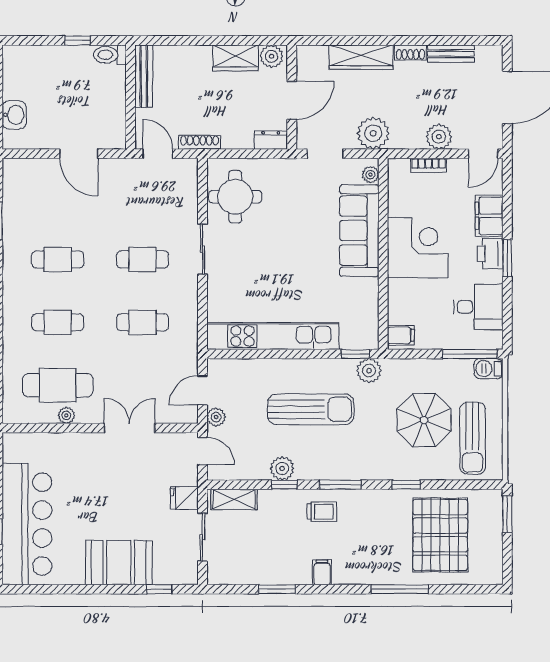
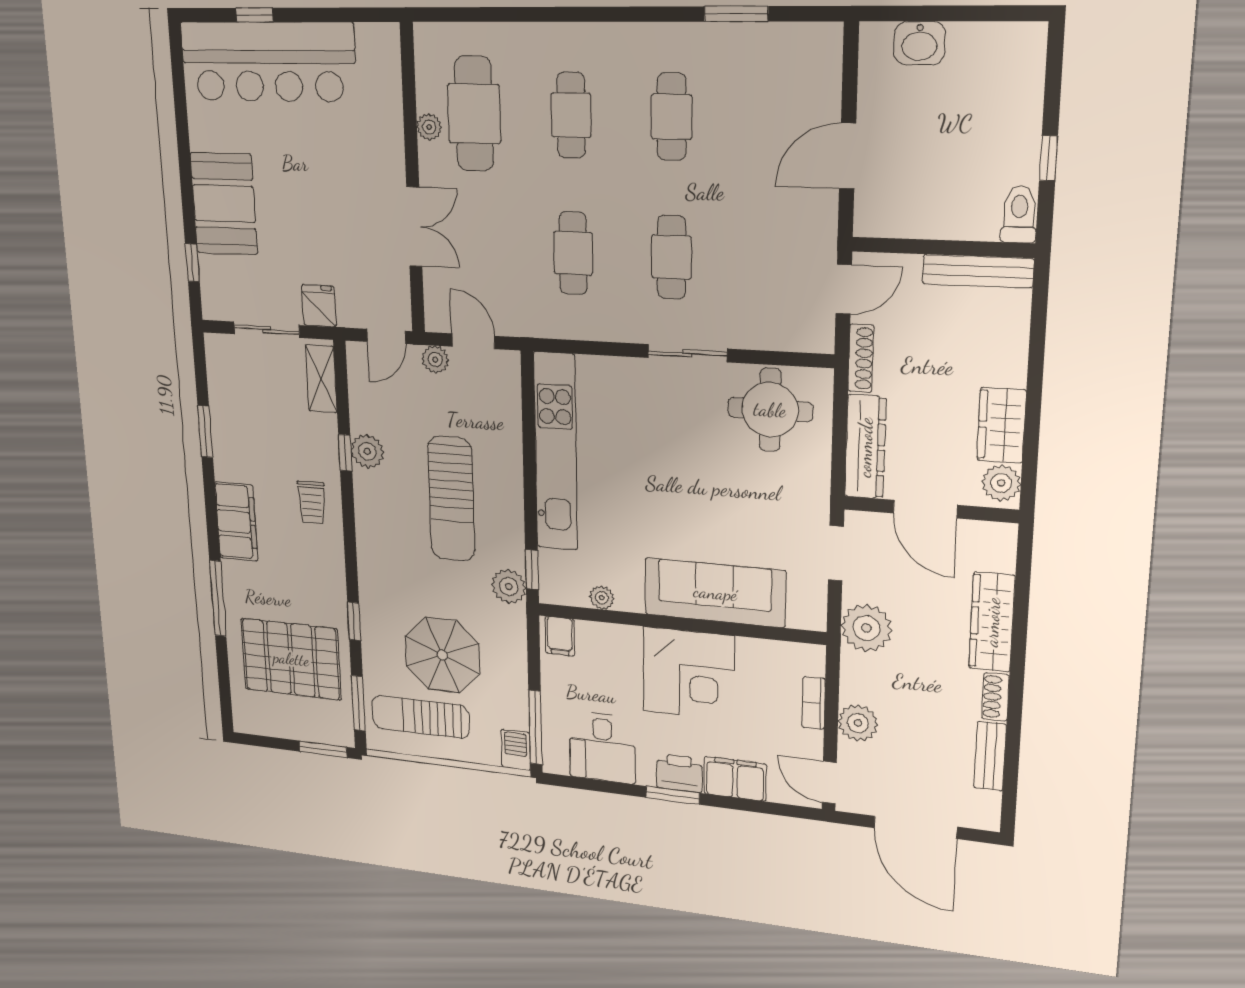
dresser: (271, 140) -> (865, 447), width x1.96, depth x1.24
plant: (370, 175) -> (602, 598), moved
window: (340, 485) -> (358, 703), moved
filing cabinet: (322, 572) -> (236, 522), width x3.00, depth x1.17

